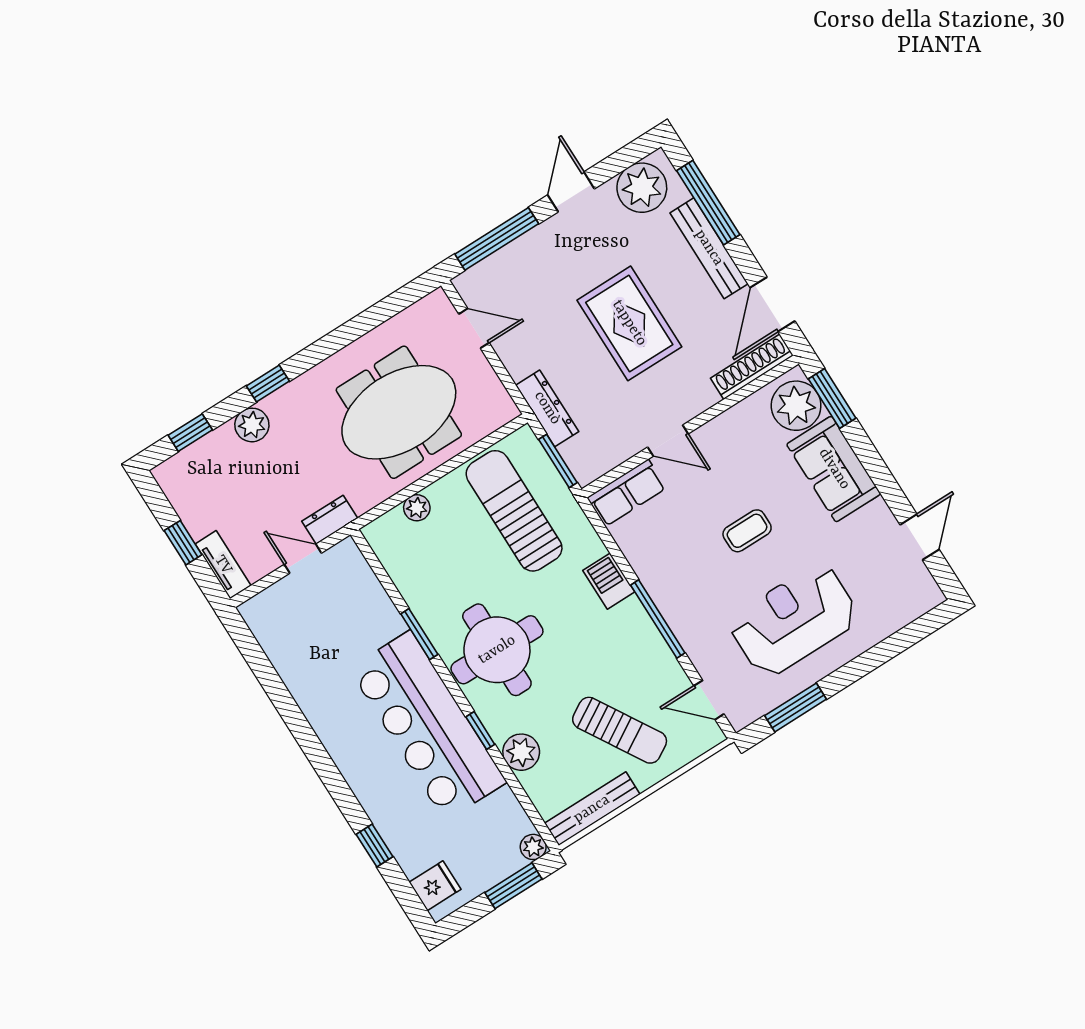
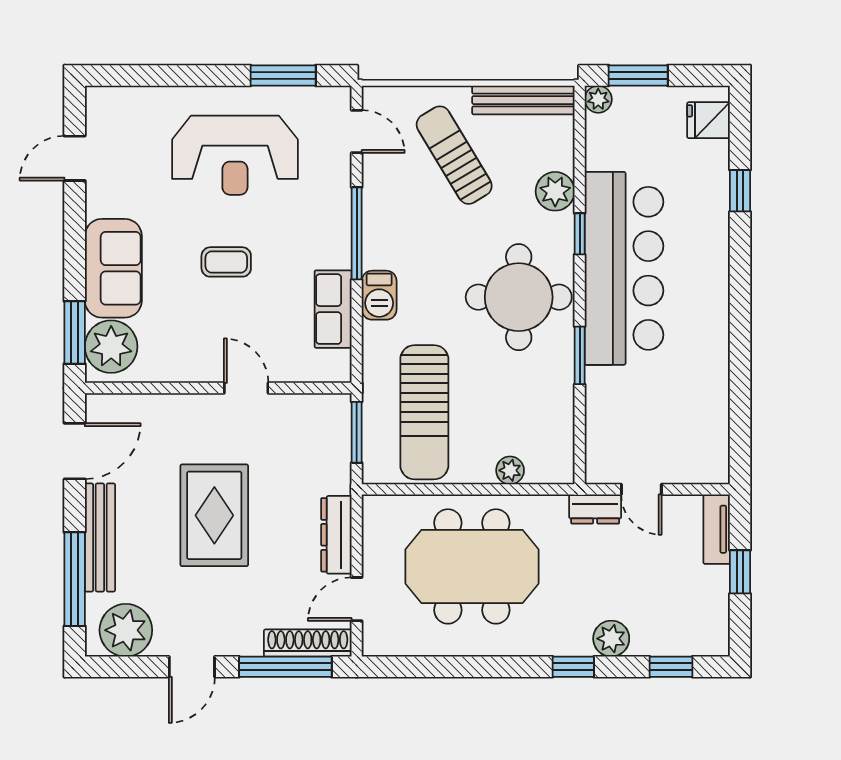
door: (474, 328) -> (357, 599), hinge flipped
shoe rack: (752, 367) -> (308, 643), moved, turned 180
dresser: (547, 408) -> (336, 535), moved
row of seats: (627, 493) -> (333, 309), moved, turned -90

